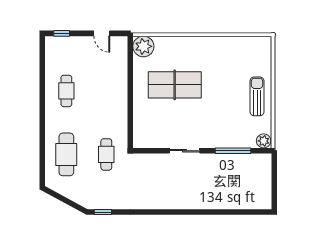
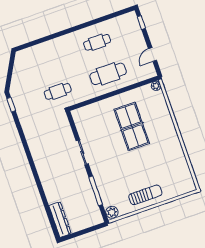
plant: (143, 46) -> (156, 86), width x0.53, depth x0.53
cafe table: (66, 154) -> (108, 74), moved
dresser: (251, 202) -> (60, 220), added

